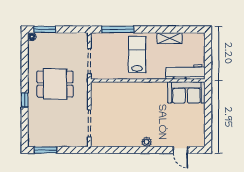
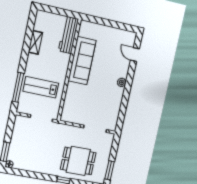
lab bench: (137, 55) -> (41, 87), moved
dining table: (55, 84) -> (78, 161), moved, turned 90
sofa: (186, 92) -> (82, 61), moved, width x1.36
door: (180, 150) -> (135, 55), swing flipped

